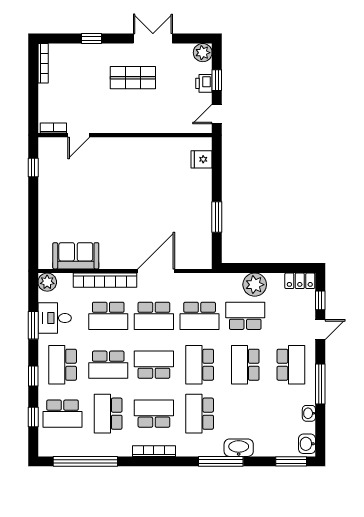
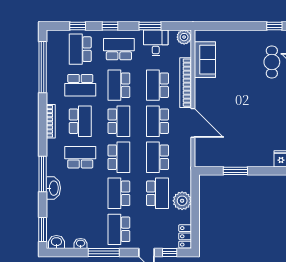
cafe table: (79, 171) -> (272, 62), added
school desk: (200, 365) -> (119, 157), turned 90
school desk: (245, 365) -> (119, 193), turned -90
school desk: (291, 365) -> (119, 229), turned 90
school desk: (108, 414) -> (80, 85), turned 180

